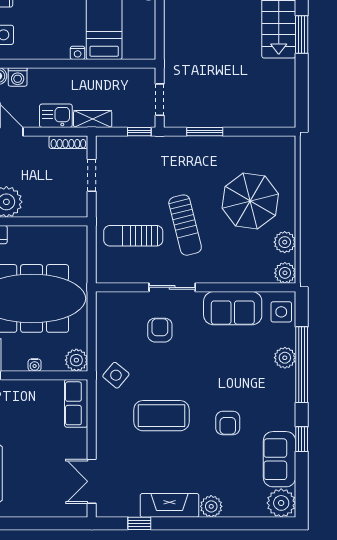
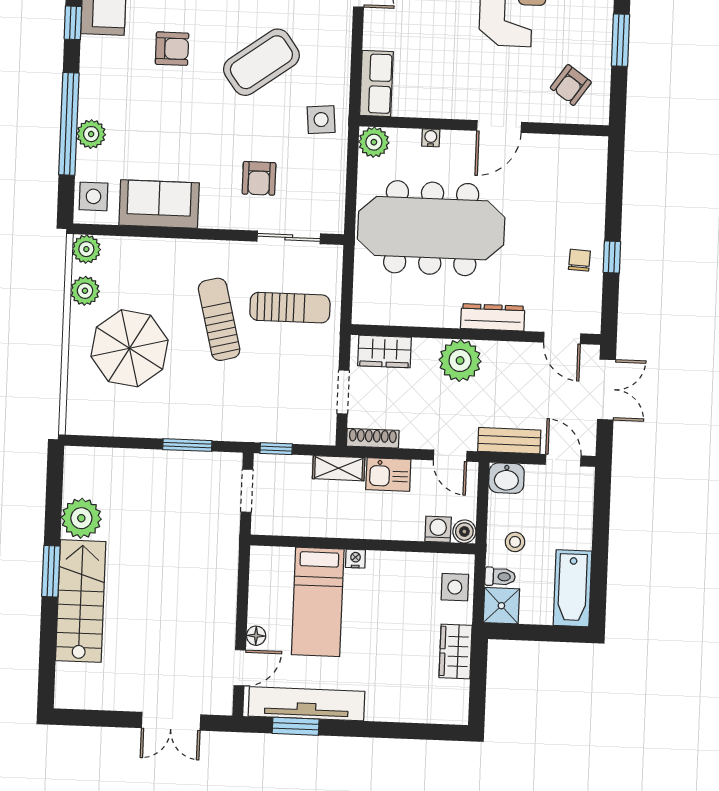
plant: (281, 74) -> (81, 518), added
wardrobe: (62, 206) -> (384, 352), added
sliding door: (172, 287) -> (289, 237), moved
side table: (116, 375) -> (321, 120), turned 45
coffee table: (162, 416) -> (261, 62), turned -36
armchair: (228, 423) -> (172, 49), turned 90

